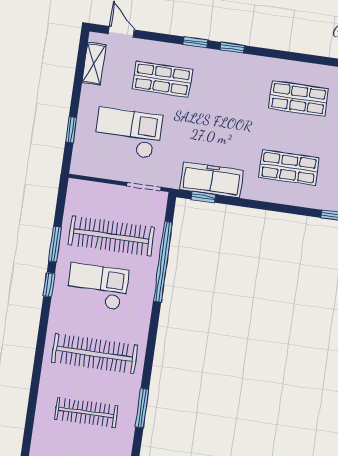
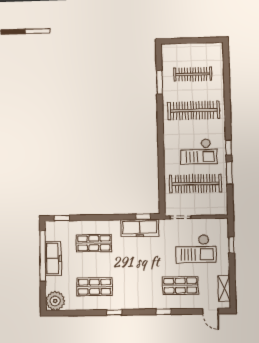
window: (232, 48) -> (114, 312), moved
window: (163, 262) -> (161, 173), removed

